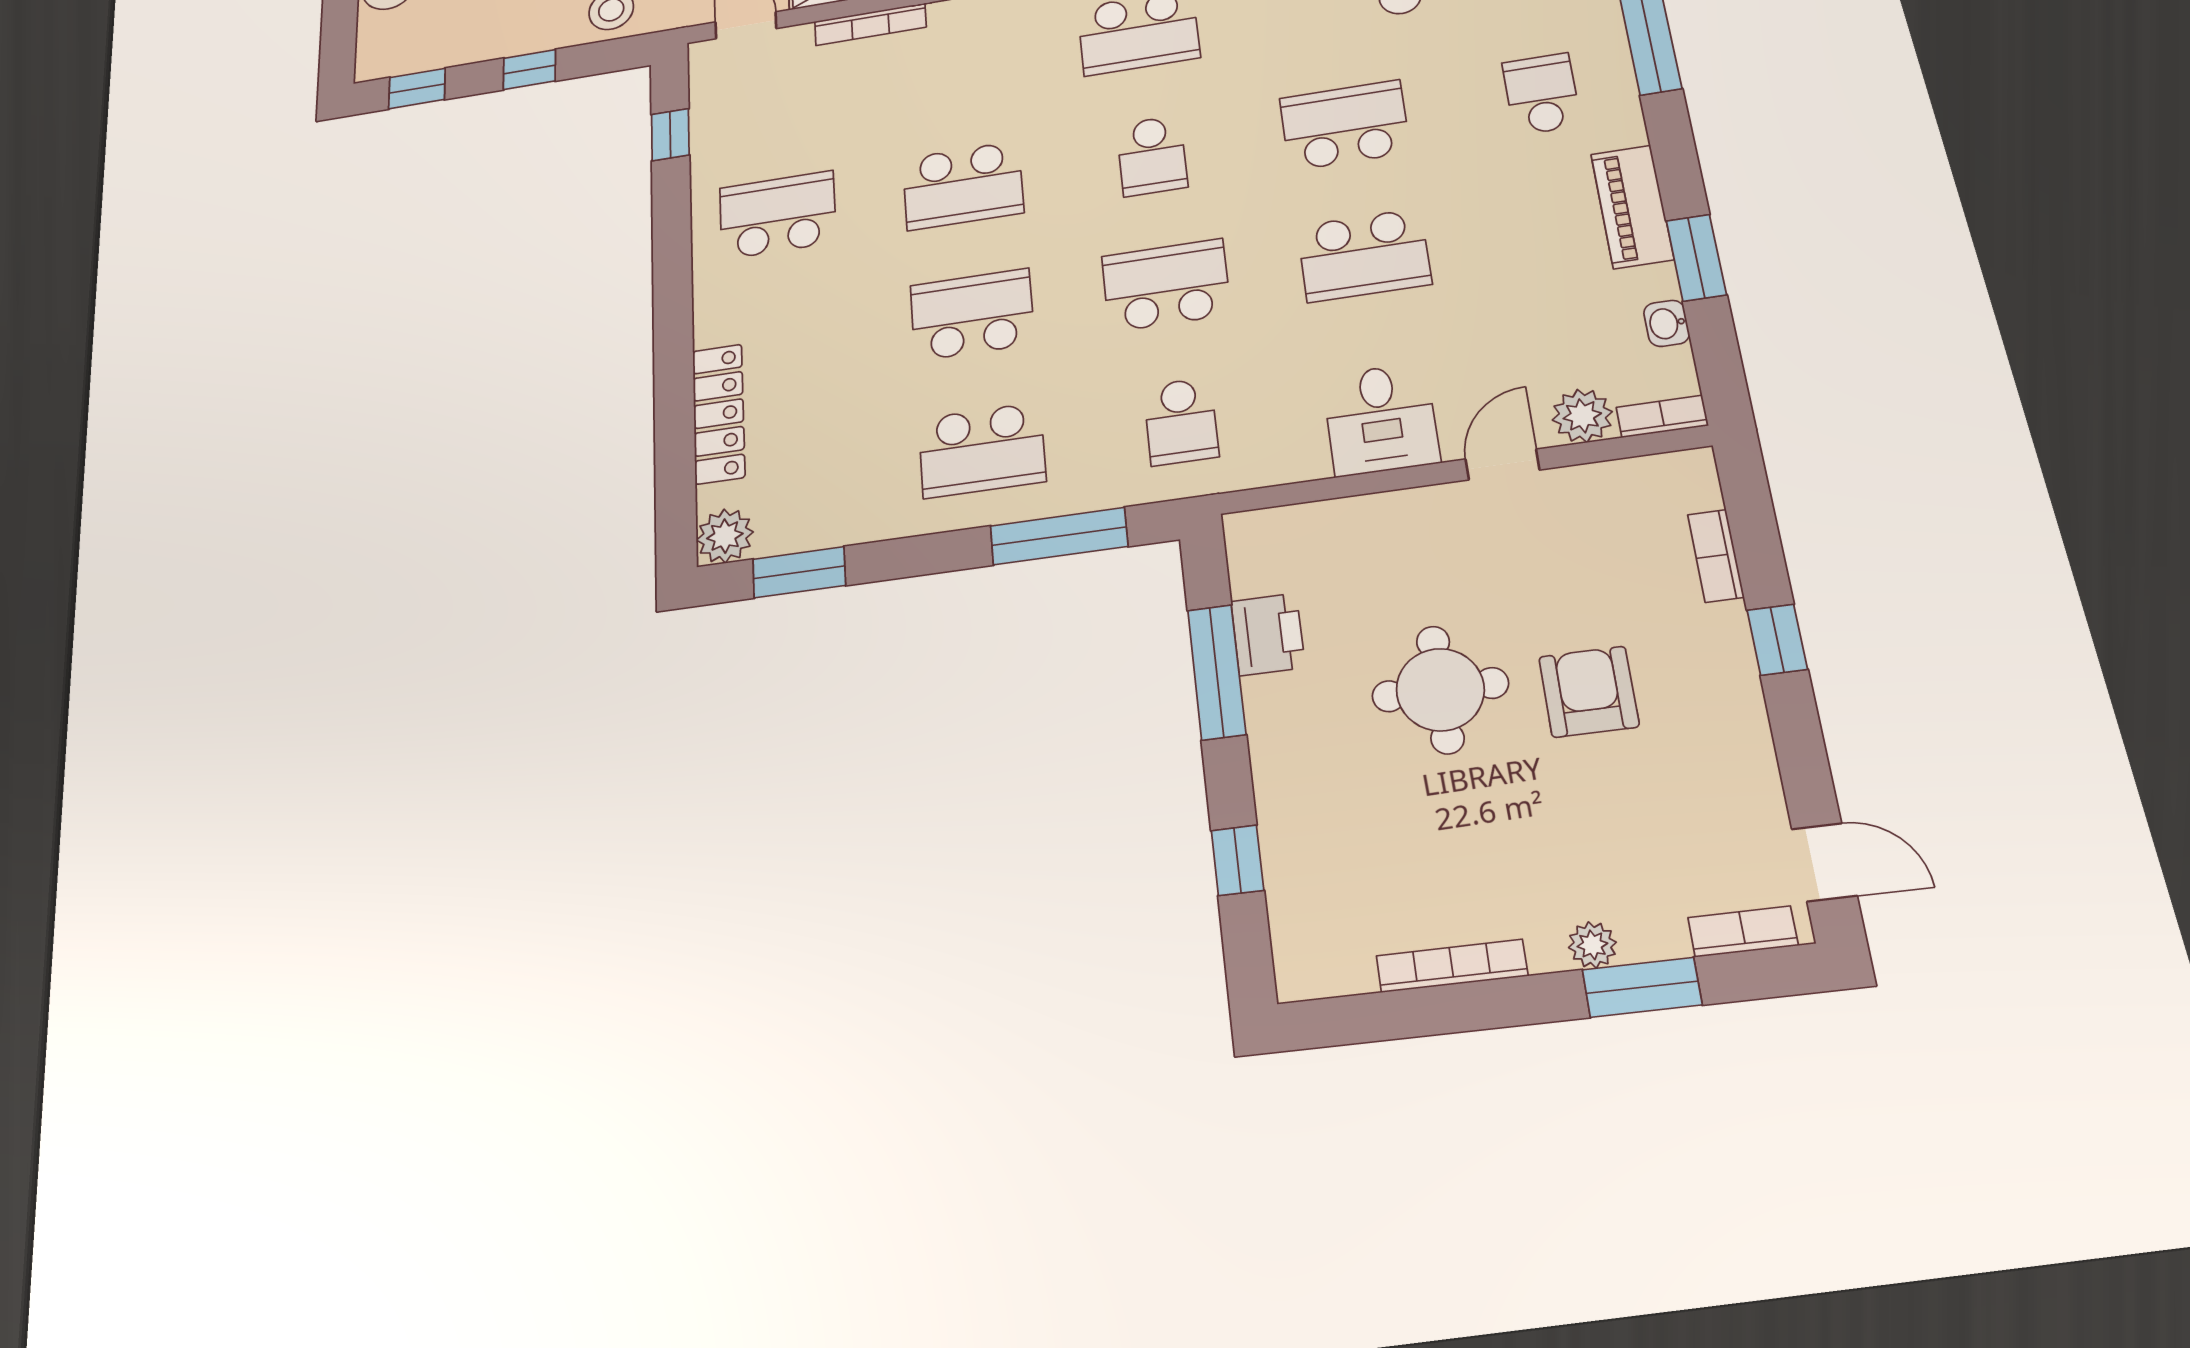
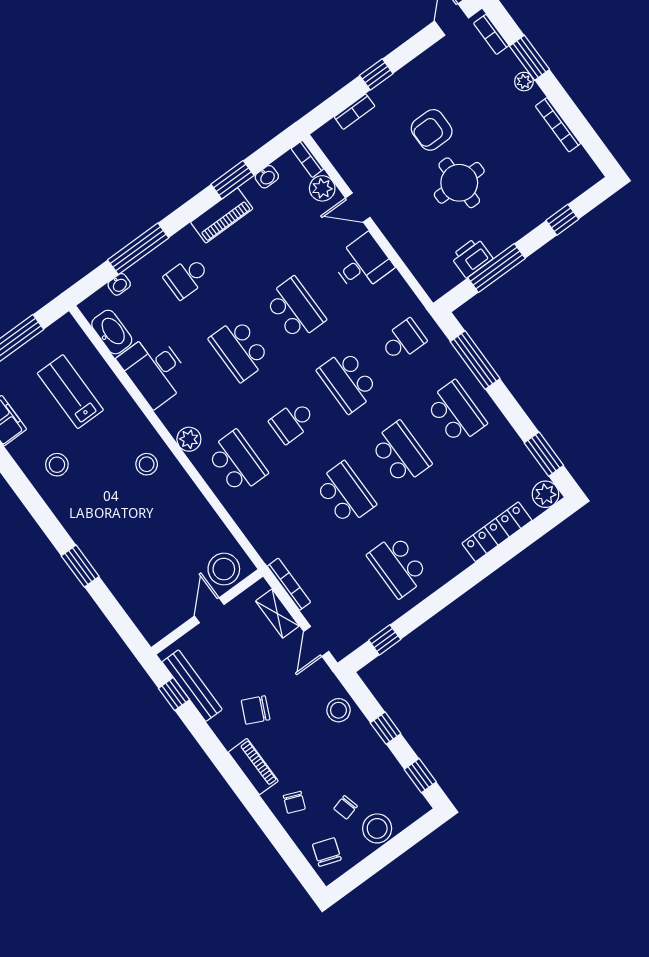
school desk: (1152, 156) -> (292, 422), turned 180
school desk: (972, 315) -> (401, 453), turned 180

